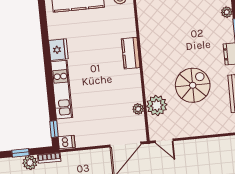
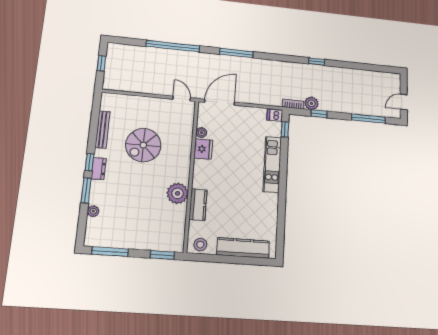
fridge: (58, 50) -> (203, 149), moved, turned 180
kitchen counter: (131, 53) -> (198, 205), moved
plant: (157, 105) -> (178, 193), moved

